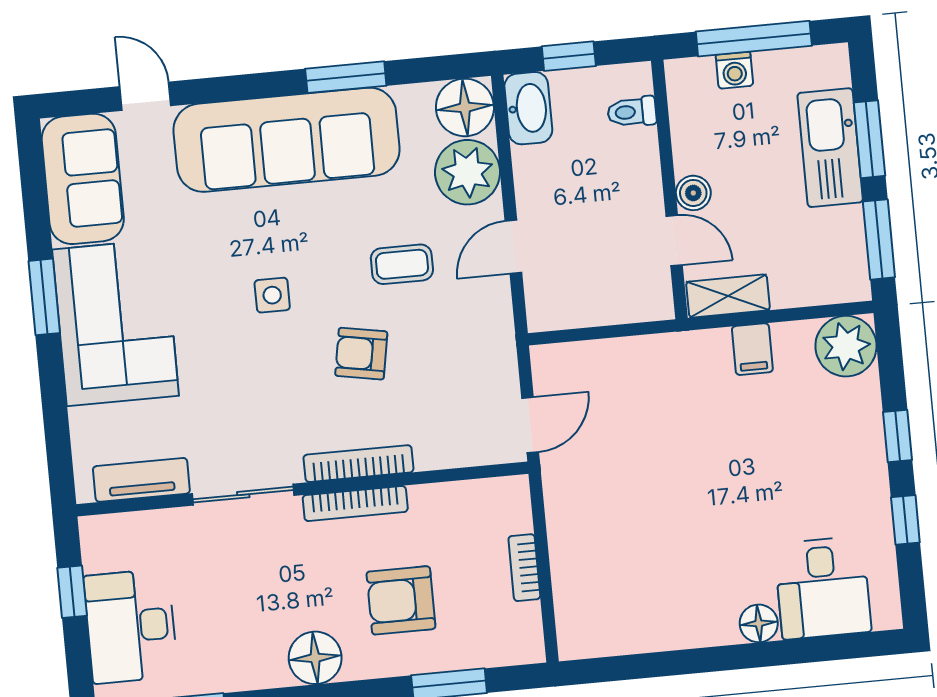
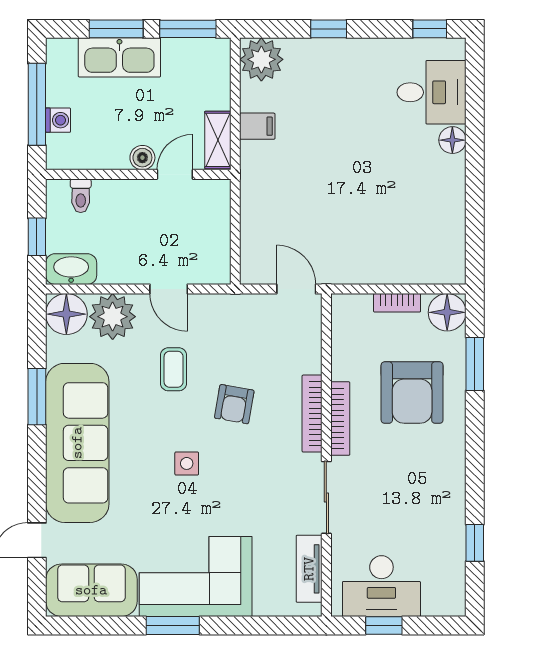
window: (905, 520) -> (430, 29), moved
armchair: (401, 600) -> (412, 393), width x1.36, depth x1.36
desk: (131, 626) -> (381, 586), moved
floor lamp: (315, 658) -> (447, 312), moved

